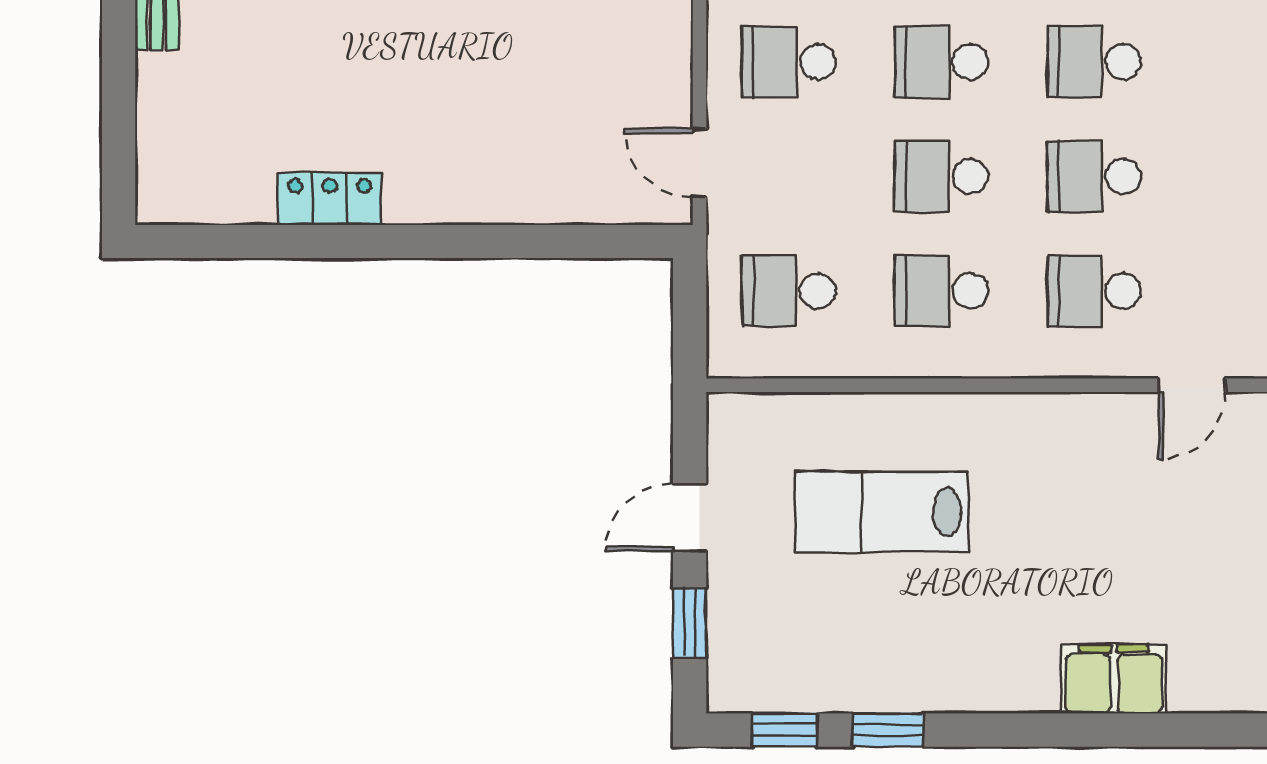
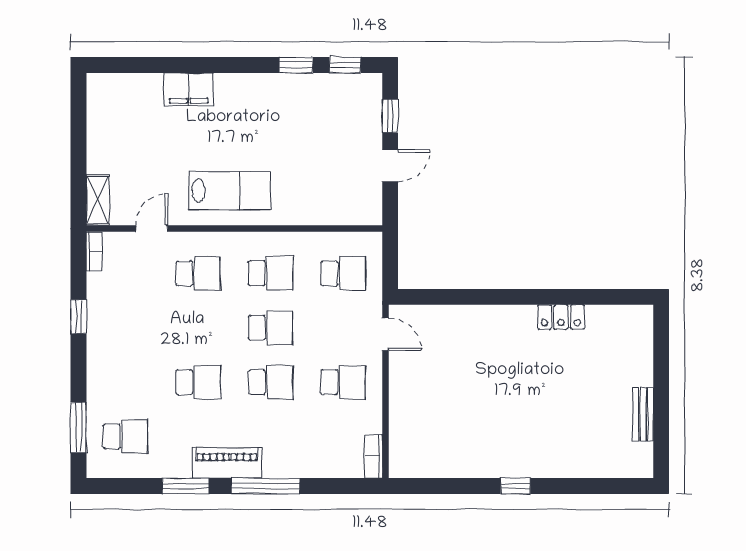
school desk: (1094, 176) -> (198, 328), removed
lab bench: (882, 512) -> (230, 191), moved

